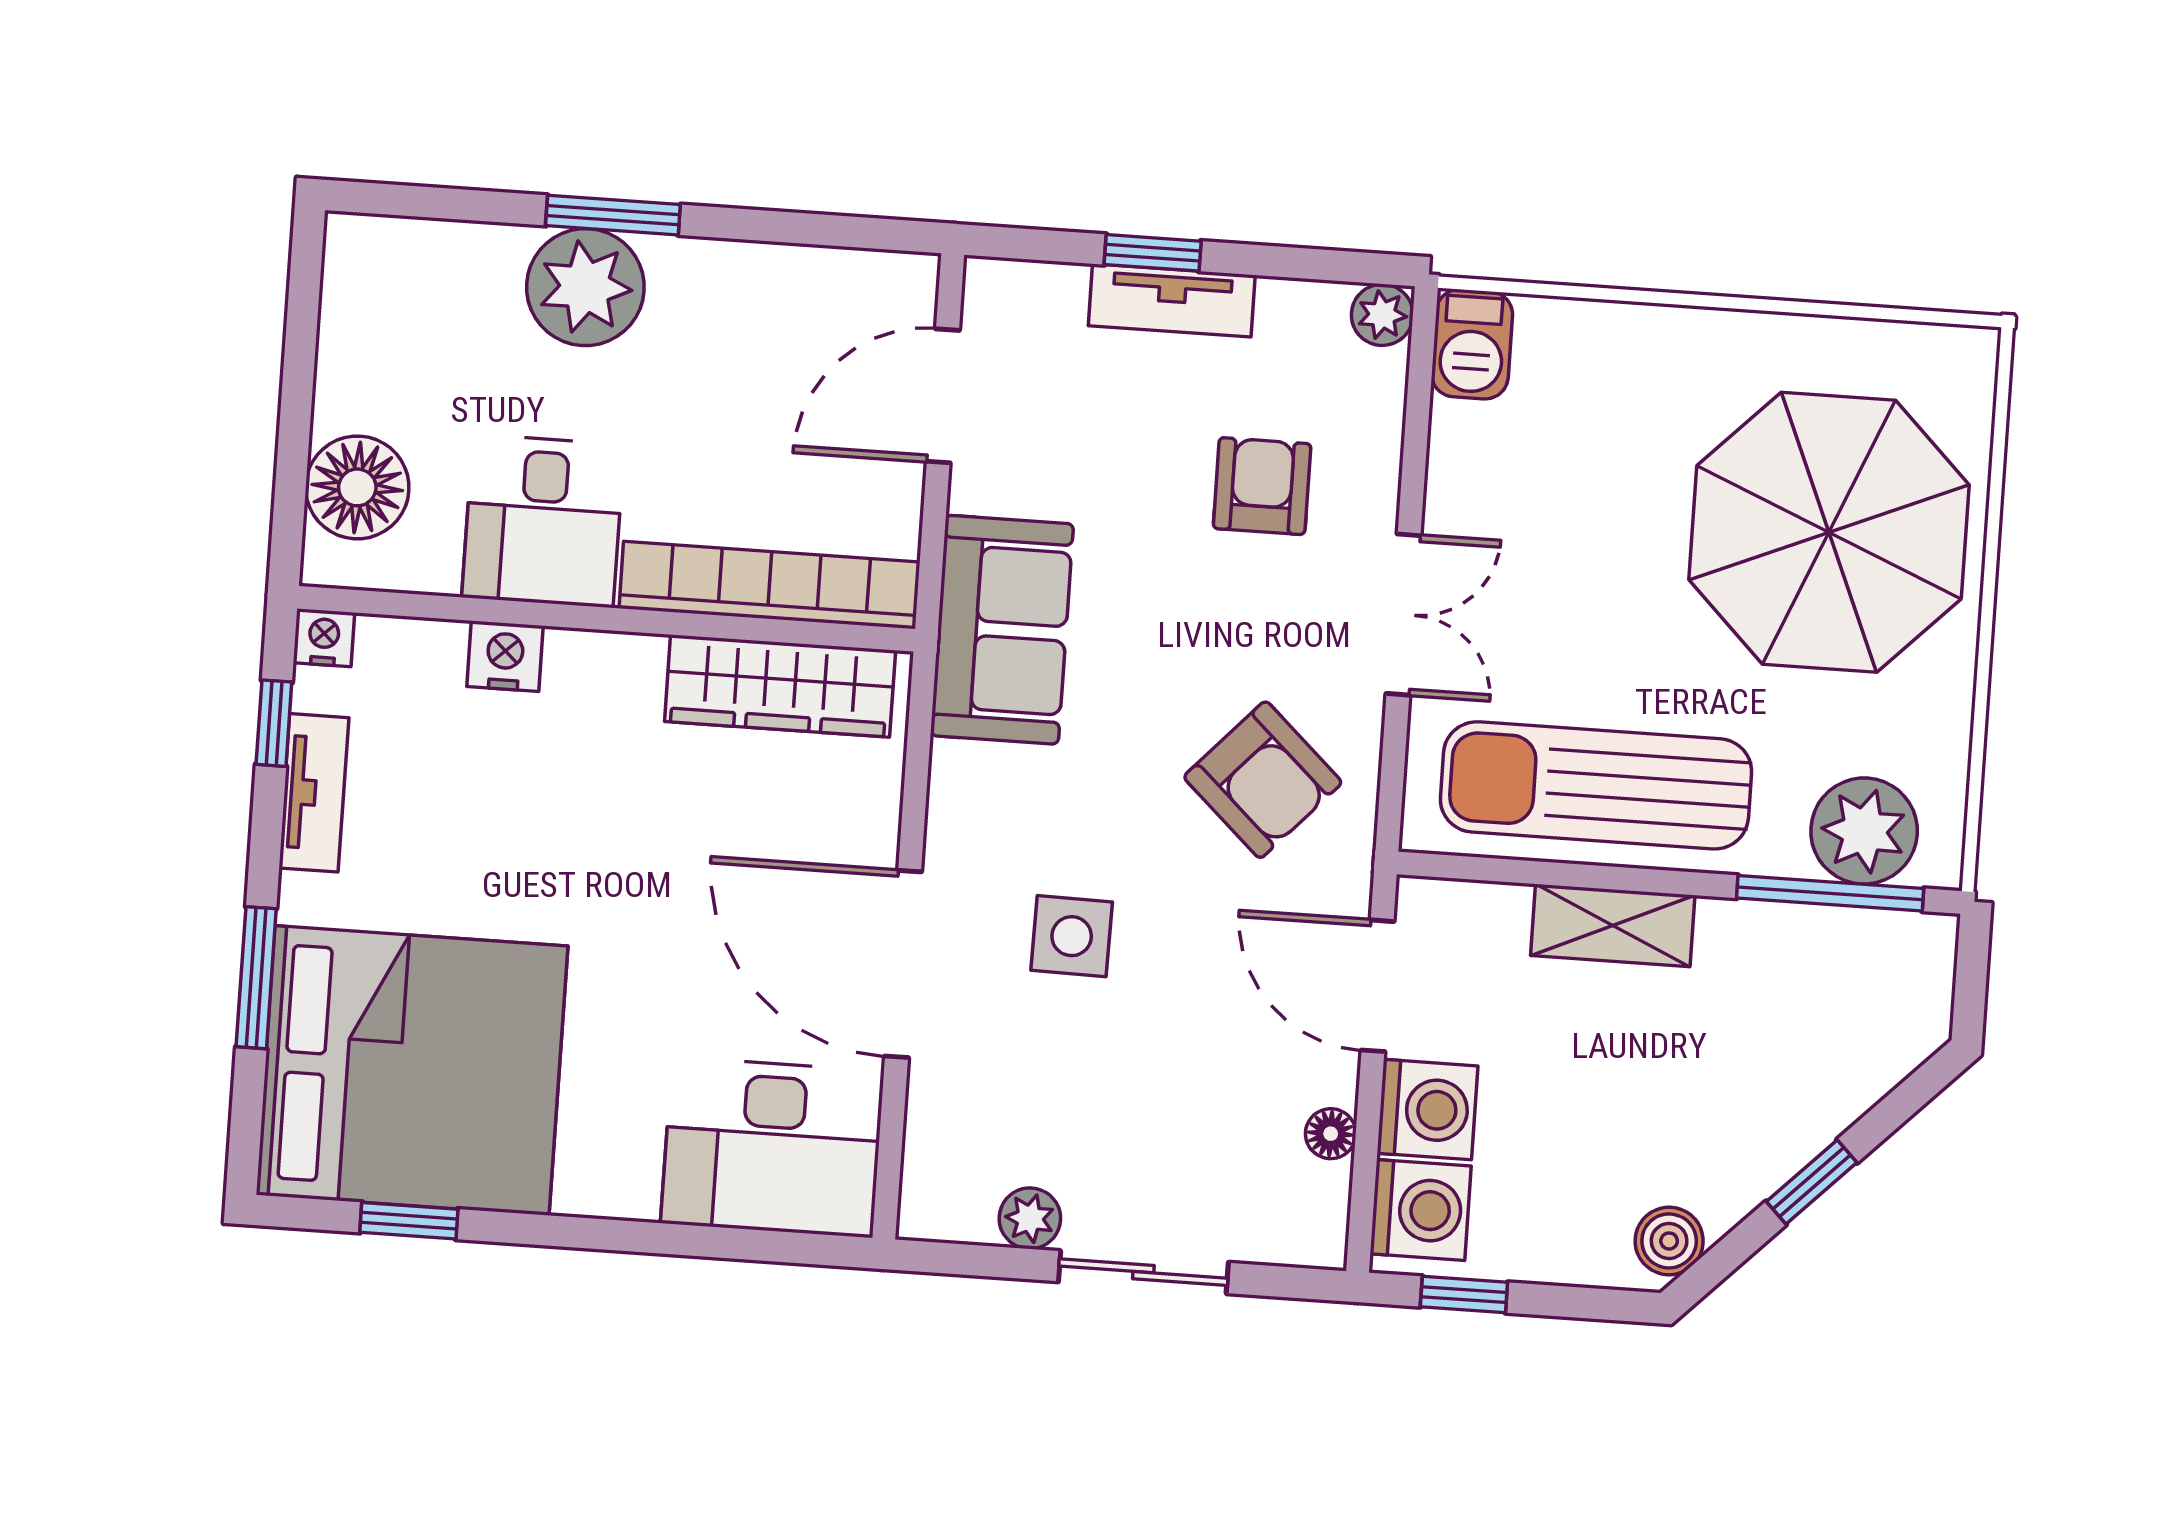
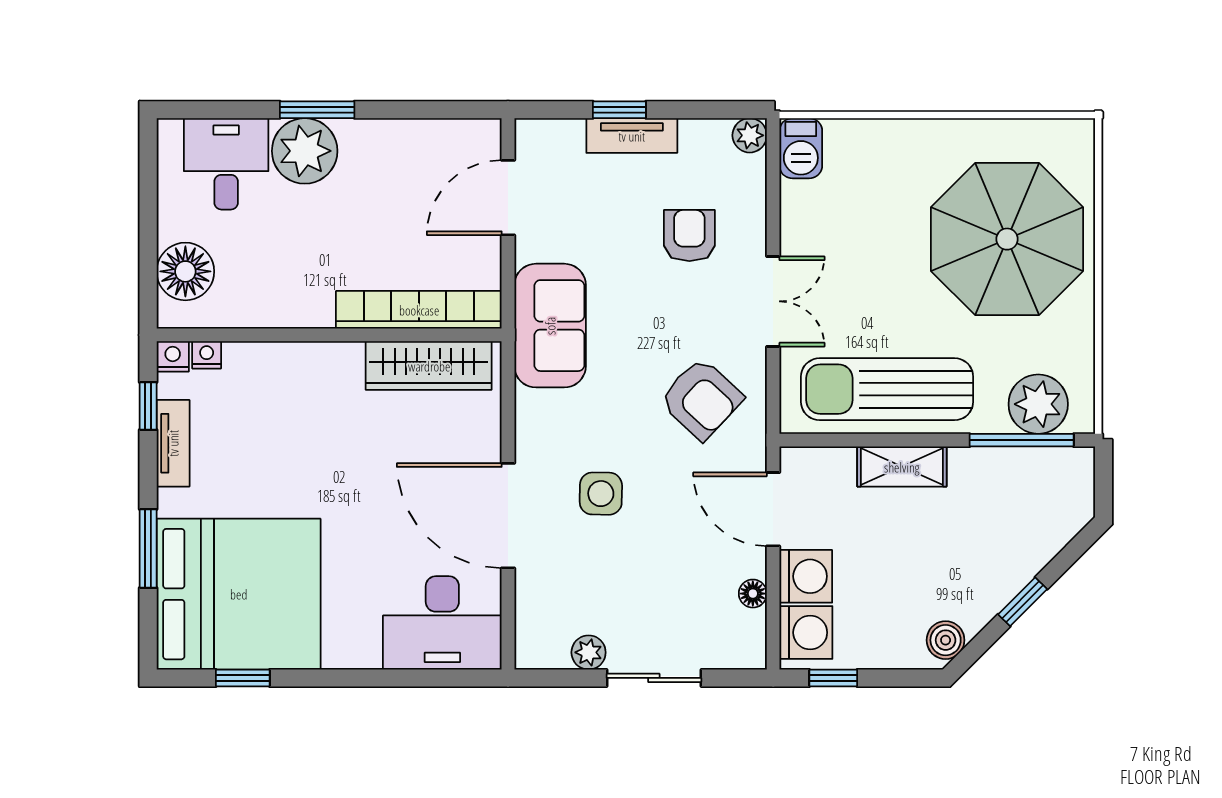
desk: (543, 521) -> (226, 164), moved, turned 180
nightstand: (505, 656) -> (207, 355), moved, width x0.72, depth x0.74

